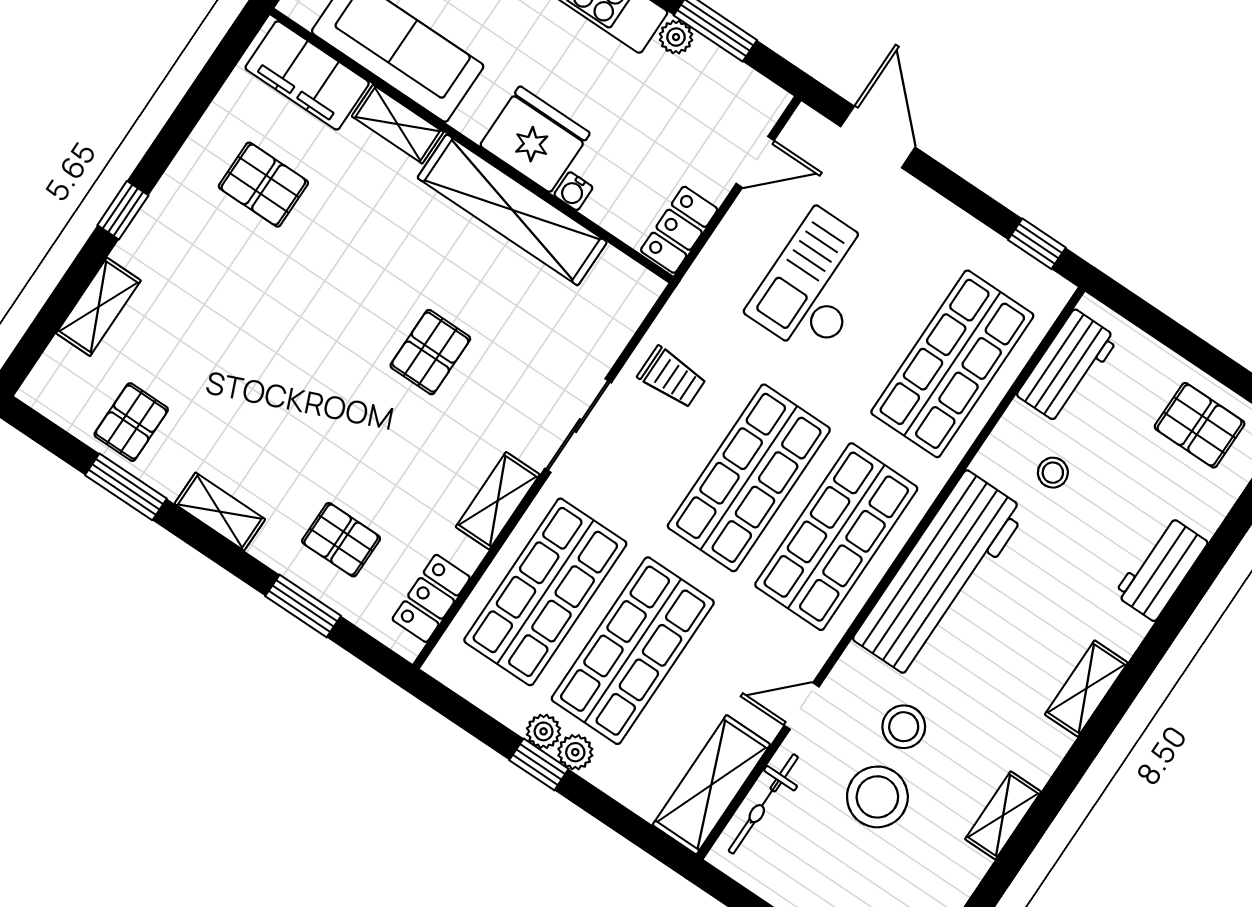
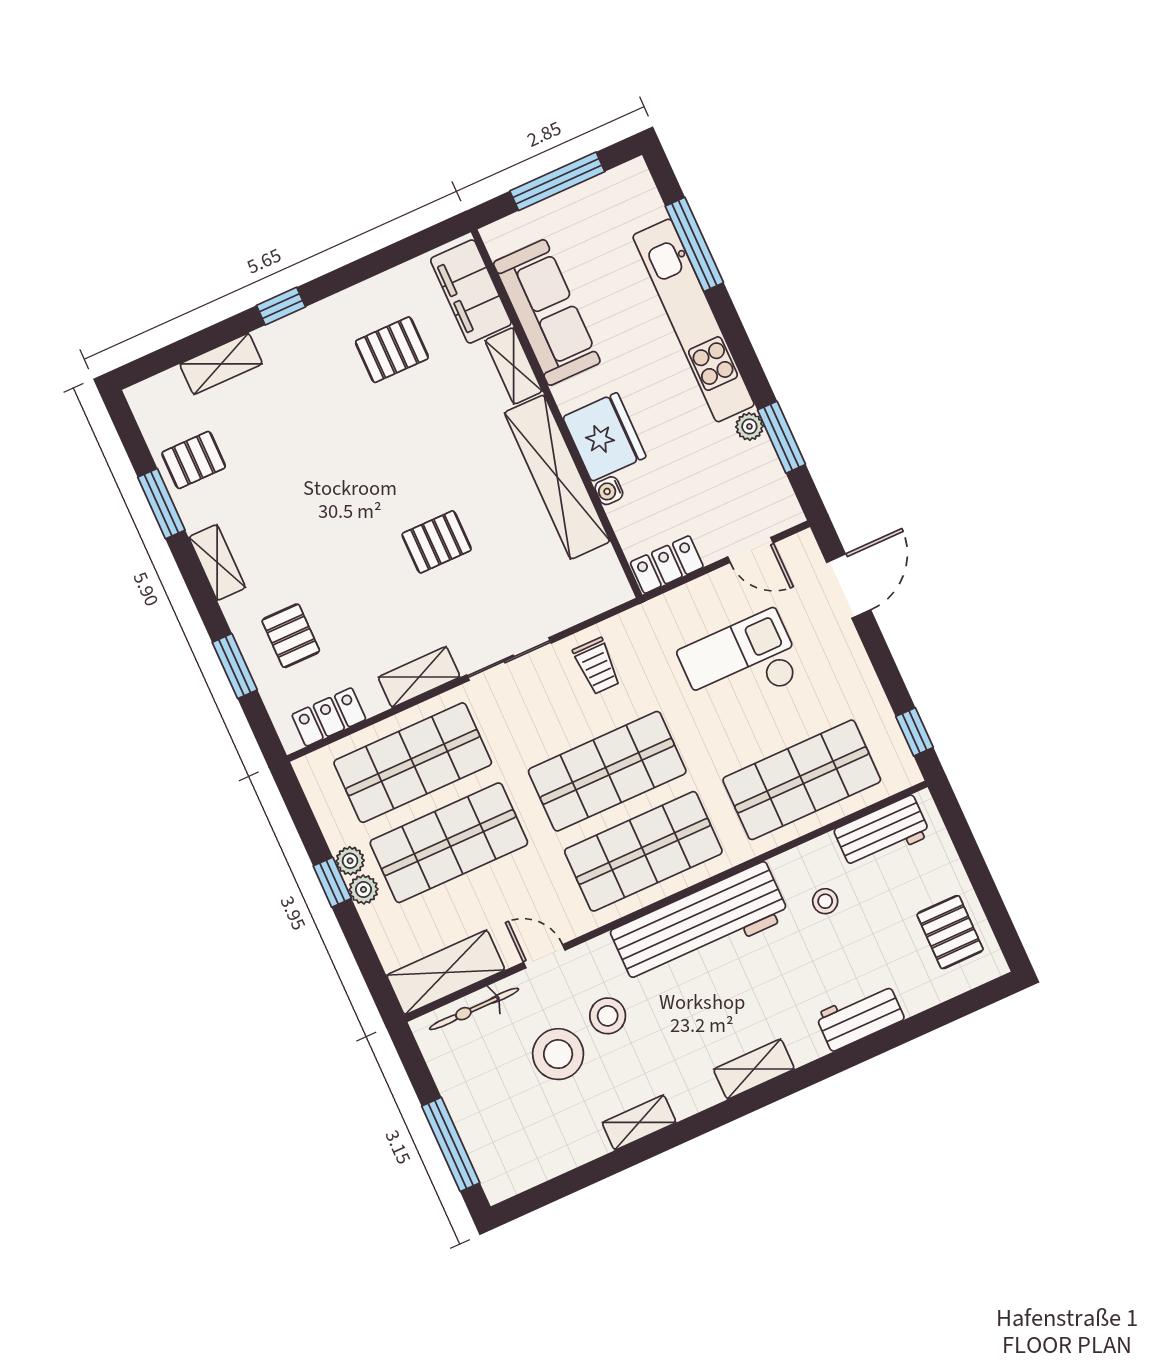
pallet: (263, 185) -> (392, 350), turned 90

